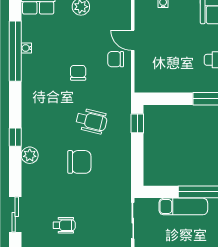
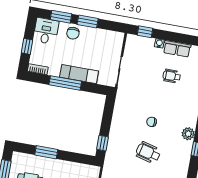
wheelchair: (91, 121) -> (148, 153), moved
chair: (79, 162) -> (152, 122), width x0.54, depth x0.54

